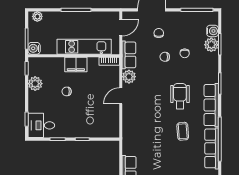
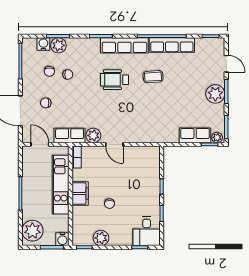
plant: (37, 16) -> (32, 231), width x1.87, depth x1.87
chair: (165, 57) -> (49, 71), moved

